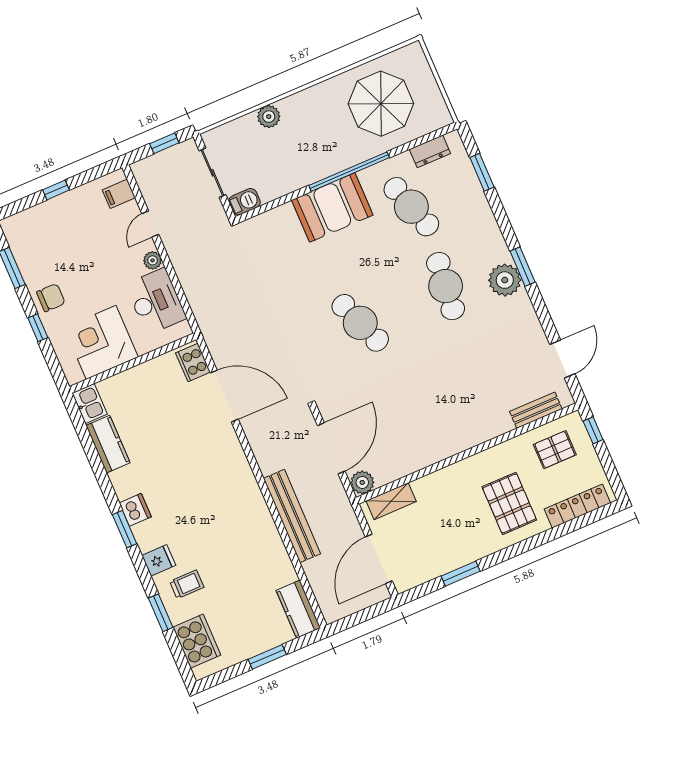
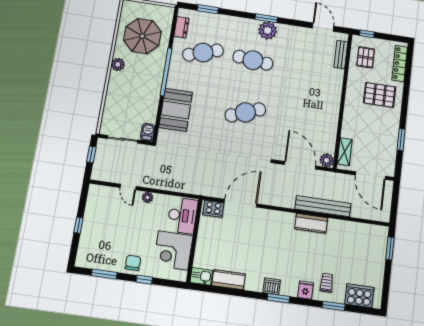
plant: (269, 117) -> (118, 64), moved
filing cabinet: (119, 194) -> (102, 194), removed
booth: (332, 208) -> (176, 110), moved
desk: (156, 301) -> (182, 215), moved, turned 90
kitchen counter: (298, 609) -> (311, 223), moved
window: (267, 657) -> (390, 248), moved

